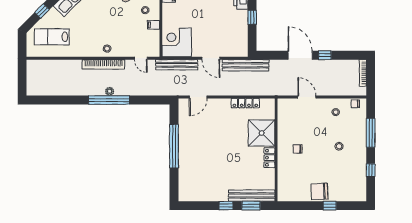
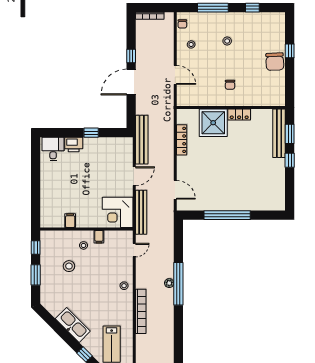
bookcase: (104, 64) -> (141, 311), moved
door: (307, 97) -> (175, 75), swing flipped

